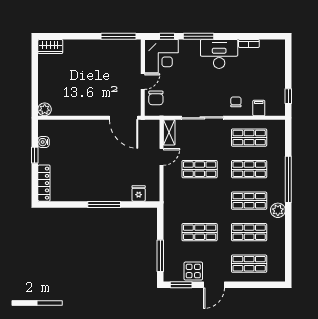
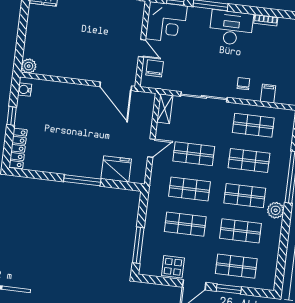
door: (143, 82) -> (142, 48), hinge flipped
chair: (156, 98) -> (155, 68), turned 180
water cooler: (44, 142) -> (25, 90), moved
door: (162, 157) -> (151, 148), moved
fridge: (139, 193) -> (116, 169), width x1.88, depth x1.34
shop shelf: (200, 201) -> (189, 189), added
window: (181, 285) -> (229, 289), moved

